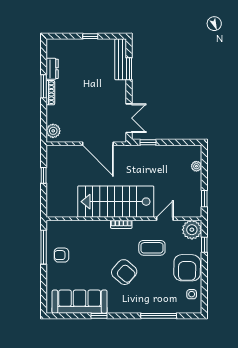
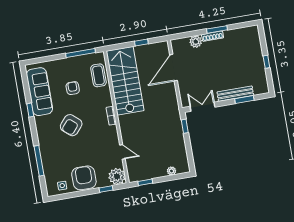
bench: (121, 59) -> (235, 94), moved
dresser: (52, 69) -> (233, 34), removed
double door: (129, 118) -> (202, 107), swing flipped
plant: (53, 131) -> (196, 42), moved
door: (98, 144) -> (173, 68), moved
stairs: (116, 202) -> (125, 81), moved
coffee table: (152, 248) -> (98, 75), moved
armchair: (61, 255) -> (73, 88), moved
armchair: (187, 268) -> (84, 178), turned 89

